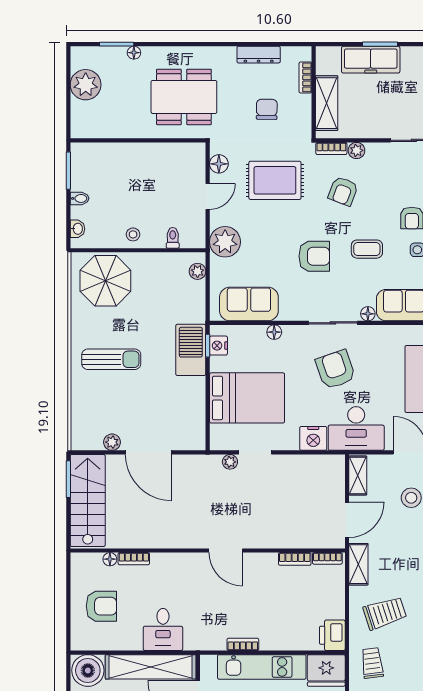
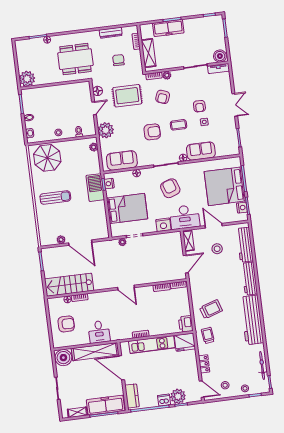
plant: (86, 85) -> (27, 79), moved
stairs: (88, 501) -> (69, 285), moved, turned -90
shelving: (358, 564) -> (194, 286), removed

